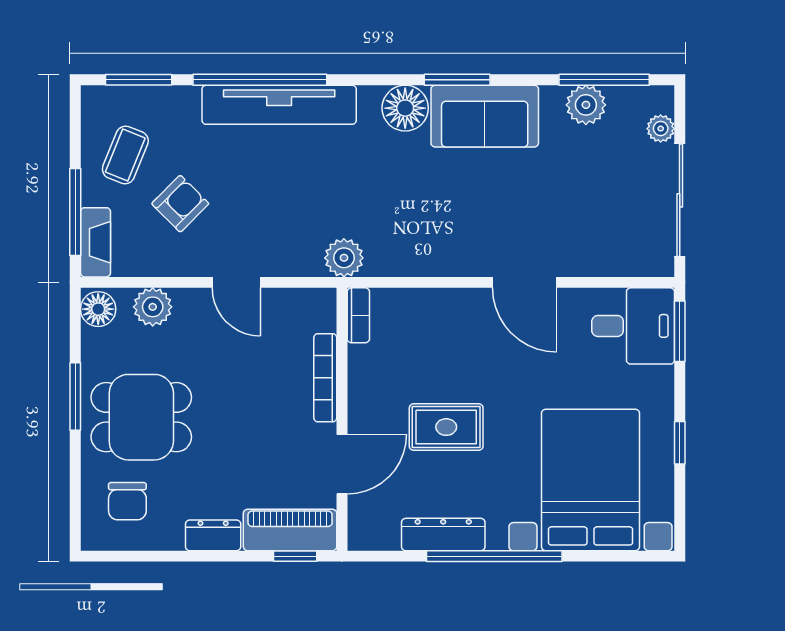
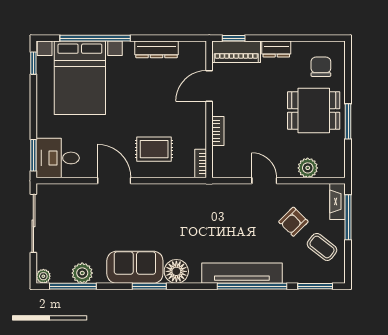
plant: (661, 129) -> (43, 276), moved
coffee table: (125, 155) -> (322, 247), turned -74
plant: (344, 258) -> (208, 193), removed
floor lamp: (98, 309) -> (336, 167), removed
bookcase: (325, 378) -> (218, 131), width x0.64
rug: (446, 427) -> (154, 149), moved
window: (680, 443) -> (33, 63), moved
window: (494, 556) -> (95, 38), moved

